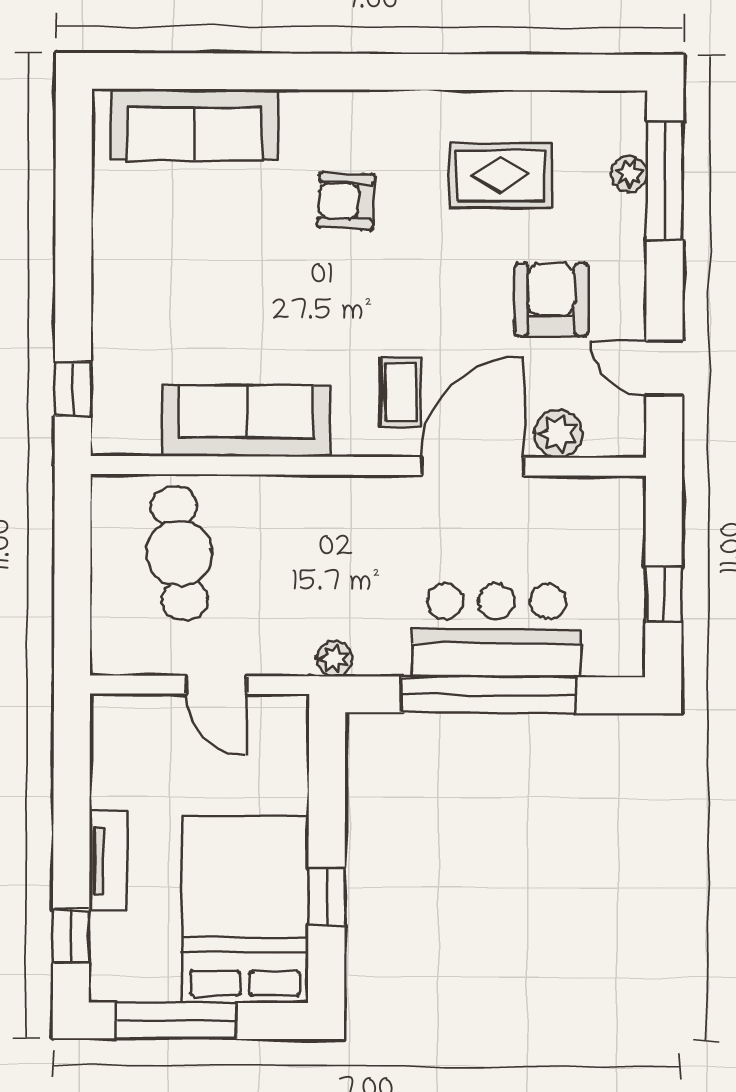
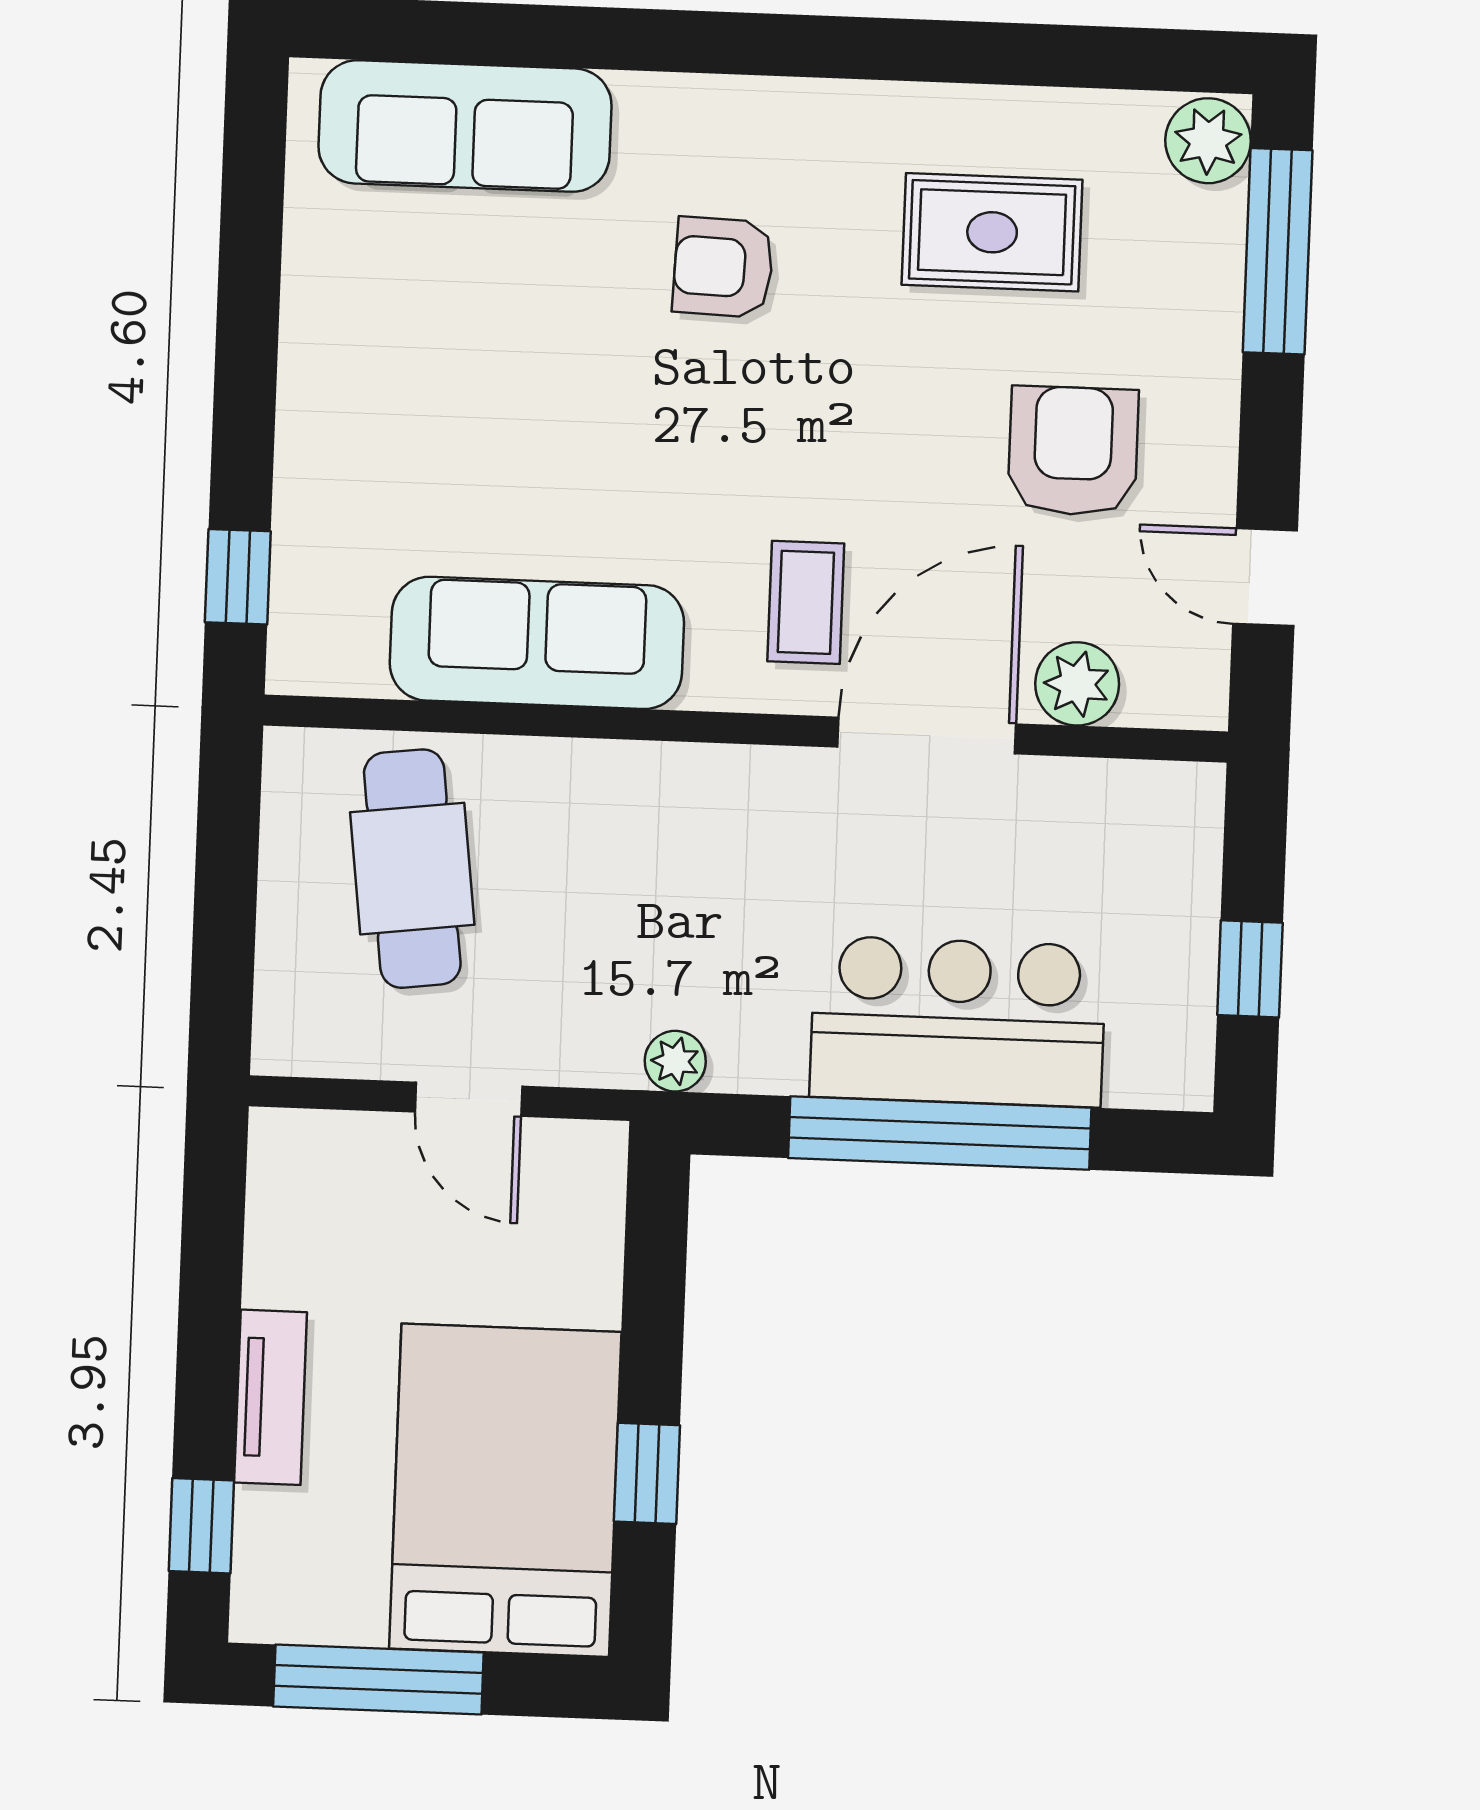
plant: (629, 174) -> (1208, 141), moved, width x1.38, depth x1.38

